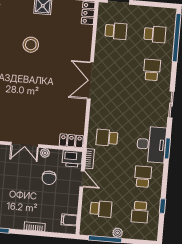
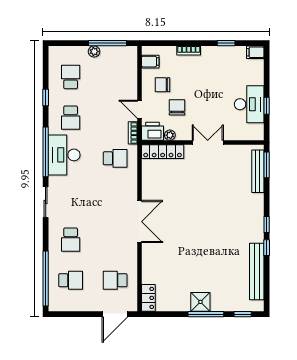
school desk: (155, 34) -> (71, 280), turned 180
stool: (31, 45) -> (210, 257), removed
locker: (71, 141) -> (163, 152), width x1.53
window: (167, 148) -> (46, 152), width x2.11
plant: (45, 153) -> (170, 135), moved
chair: (60, 199) -> (163, 85), added
window: (162, 206) -> (46, 98), moved
school desk: (101, 209) -> (115, 77), removed

